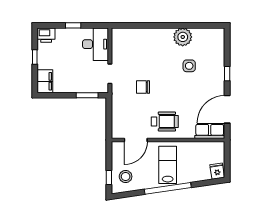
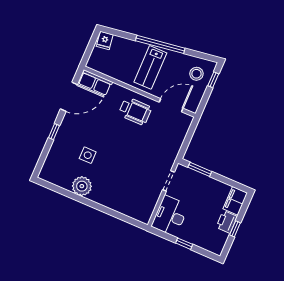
printer: (46, 35) -> (227, 222), moved, turned -90
chair: (143, 87) -> (142, 154), removed
wheelchair: (165, 122) -> (135, 111), turned 180

